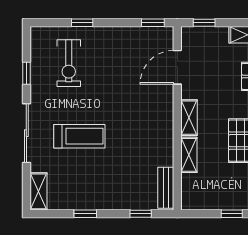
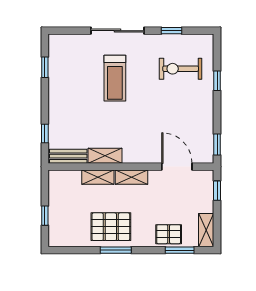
shelving: (38, 191) -> (105, 156), moved
window: (85, 214) -> (45, 67), moved

